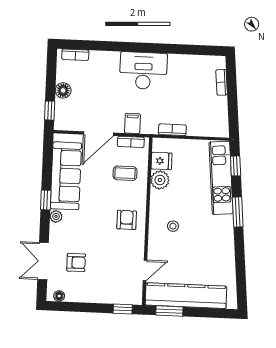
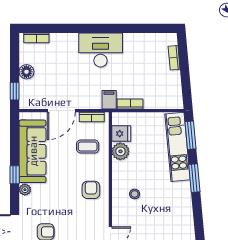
filing cabinet: (132, 123) -> (109, 100), moved
window: (236, 166) -> (190, 135), width x1.50

